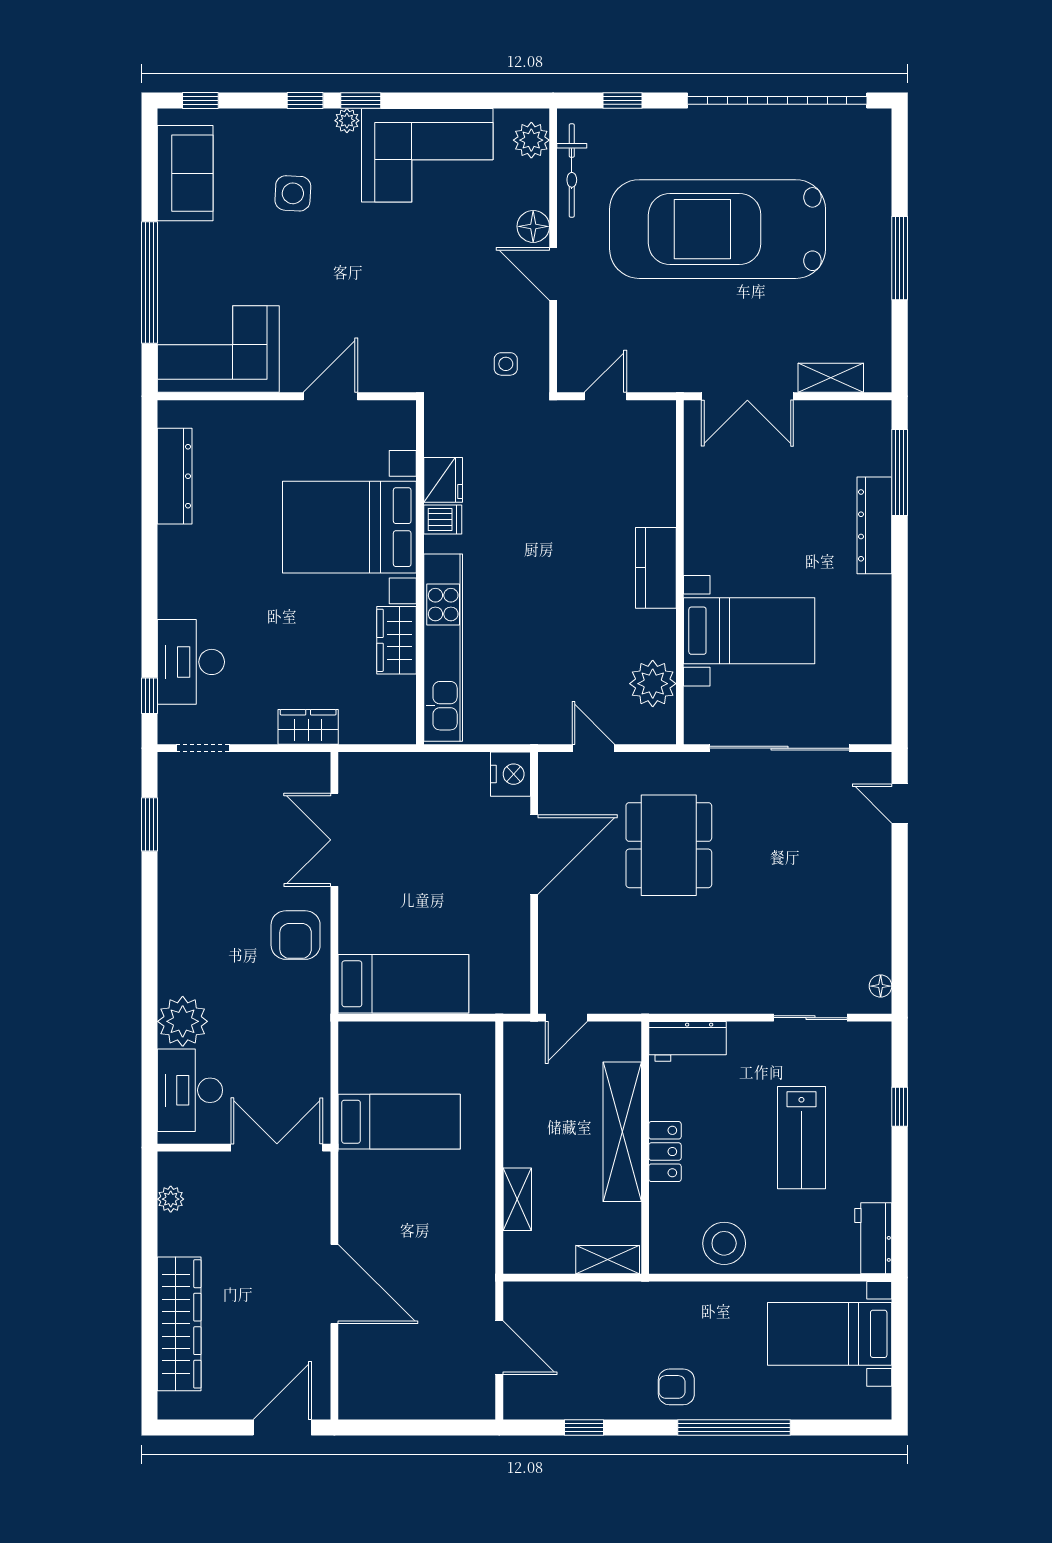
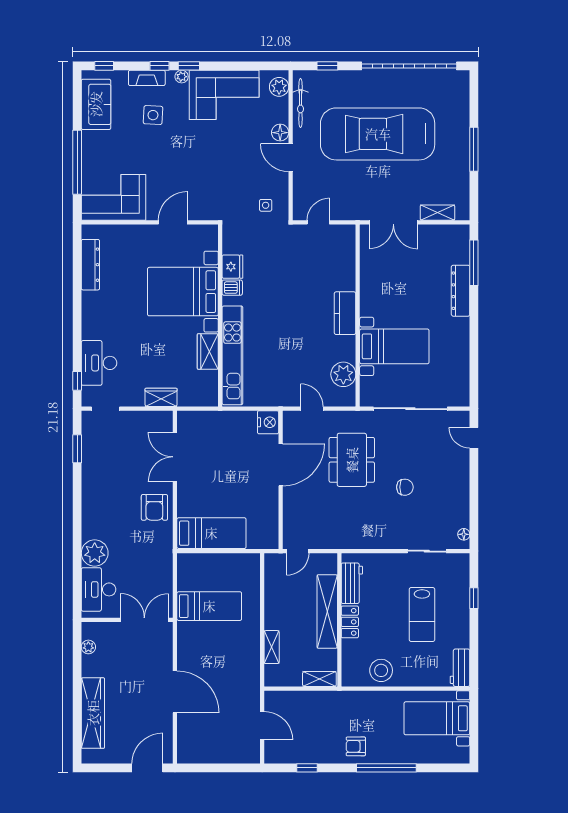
fireplace: (281, 123) -> (147, 78), added
chair: (769, 897) -> (405, 487), added
workbench: (688, 1041) -> (352, 583), moved, turned -90

